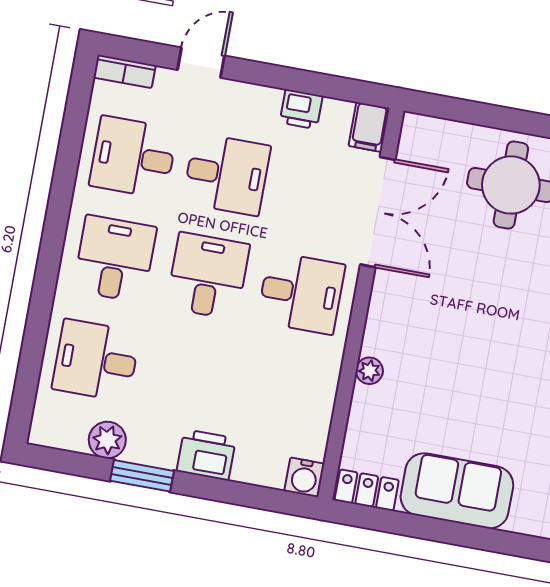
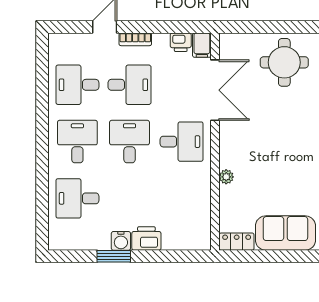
bookcase: (125, 71) -> (135, 39), moved
printer: (301, 109) -> (181, 42), moved
plant: (107, 440) -> (91, 240), removed
water cooler: (304, 477) -> (121, 241), moved

